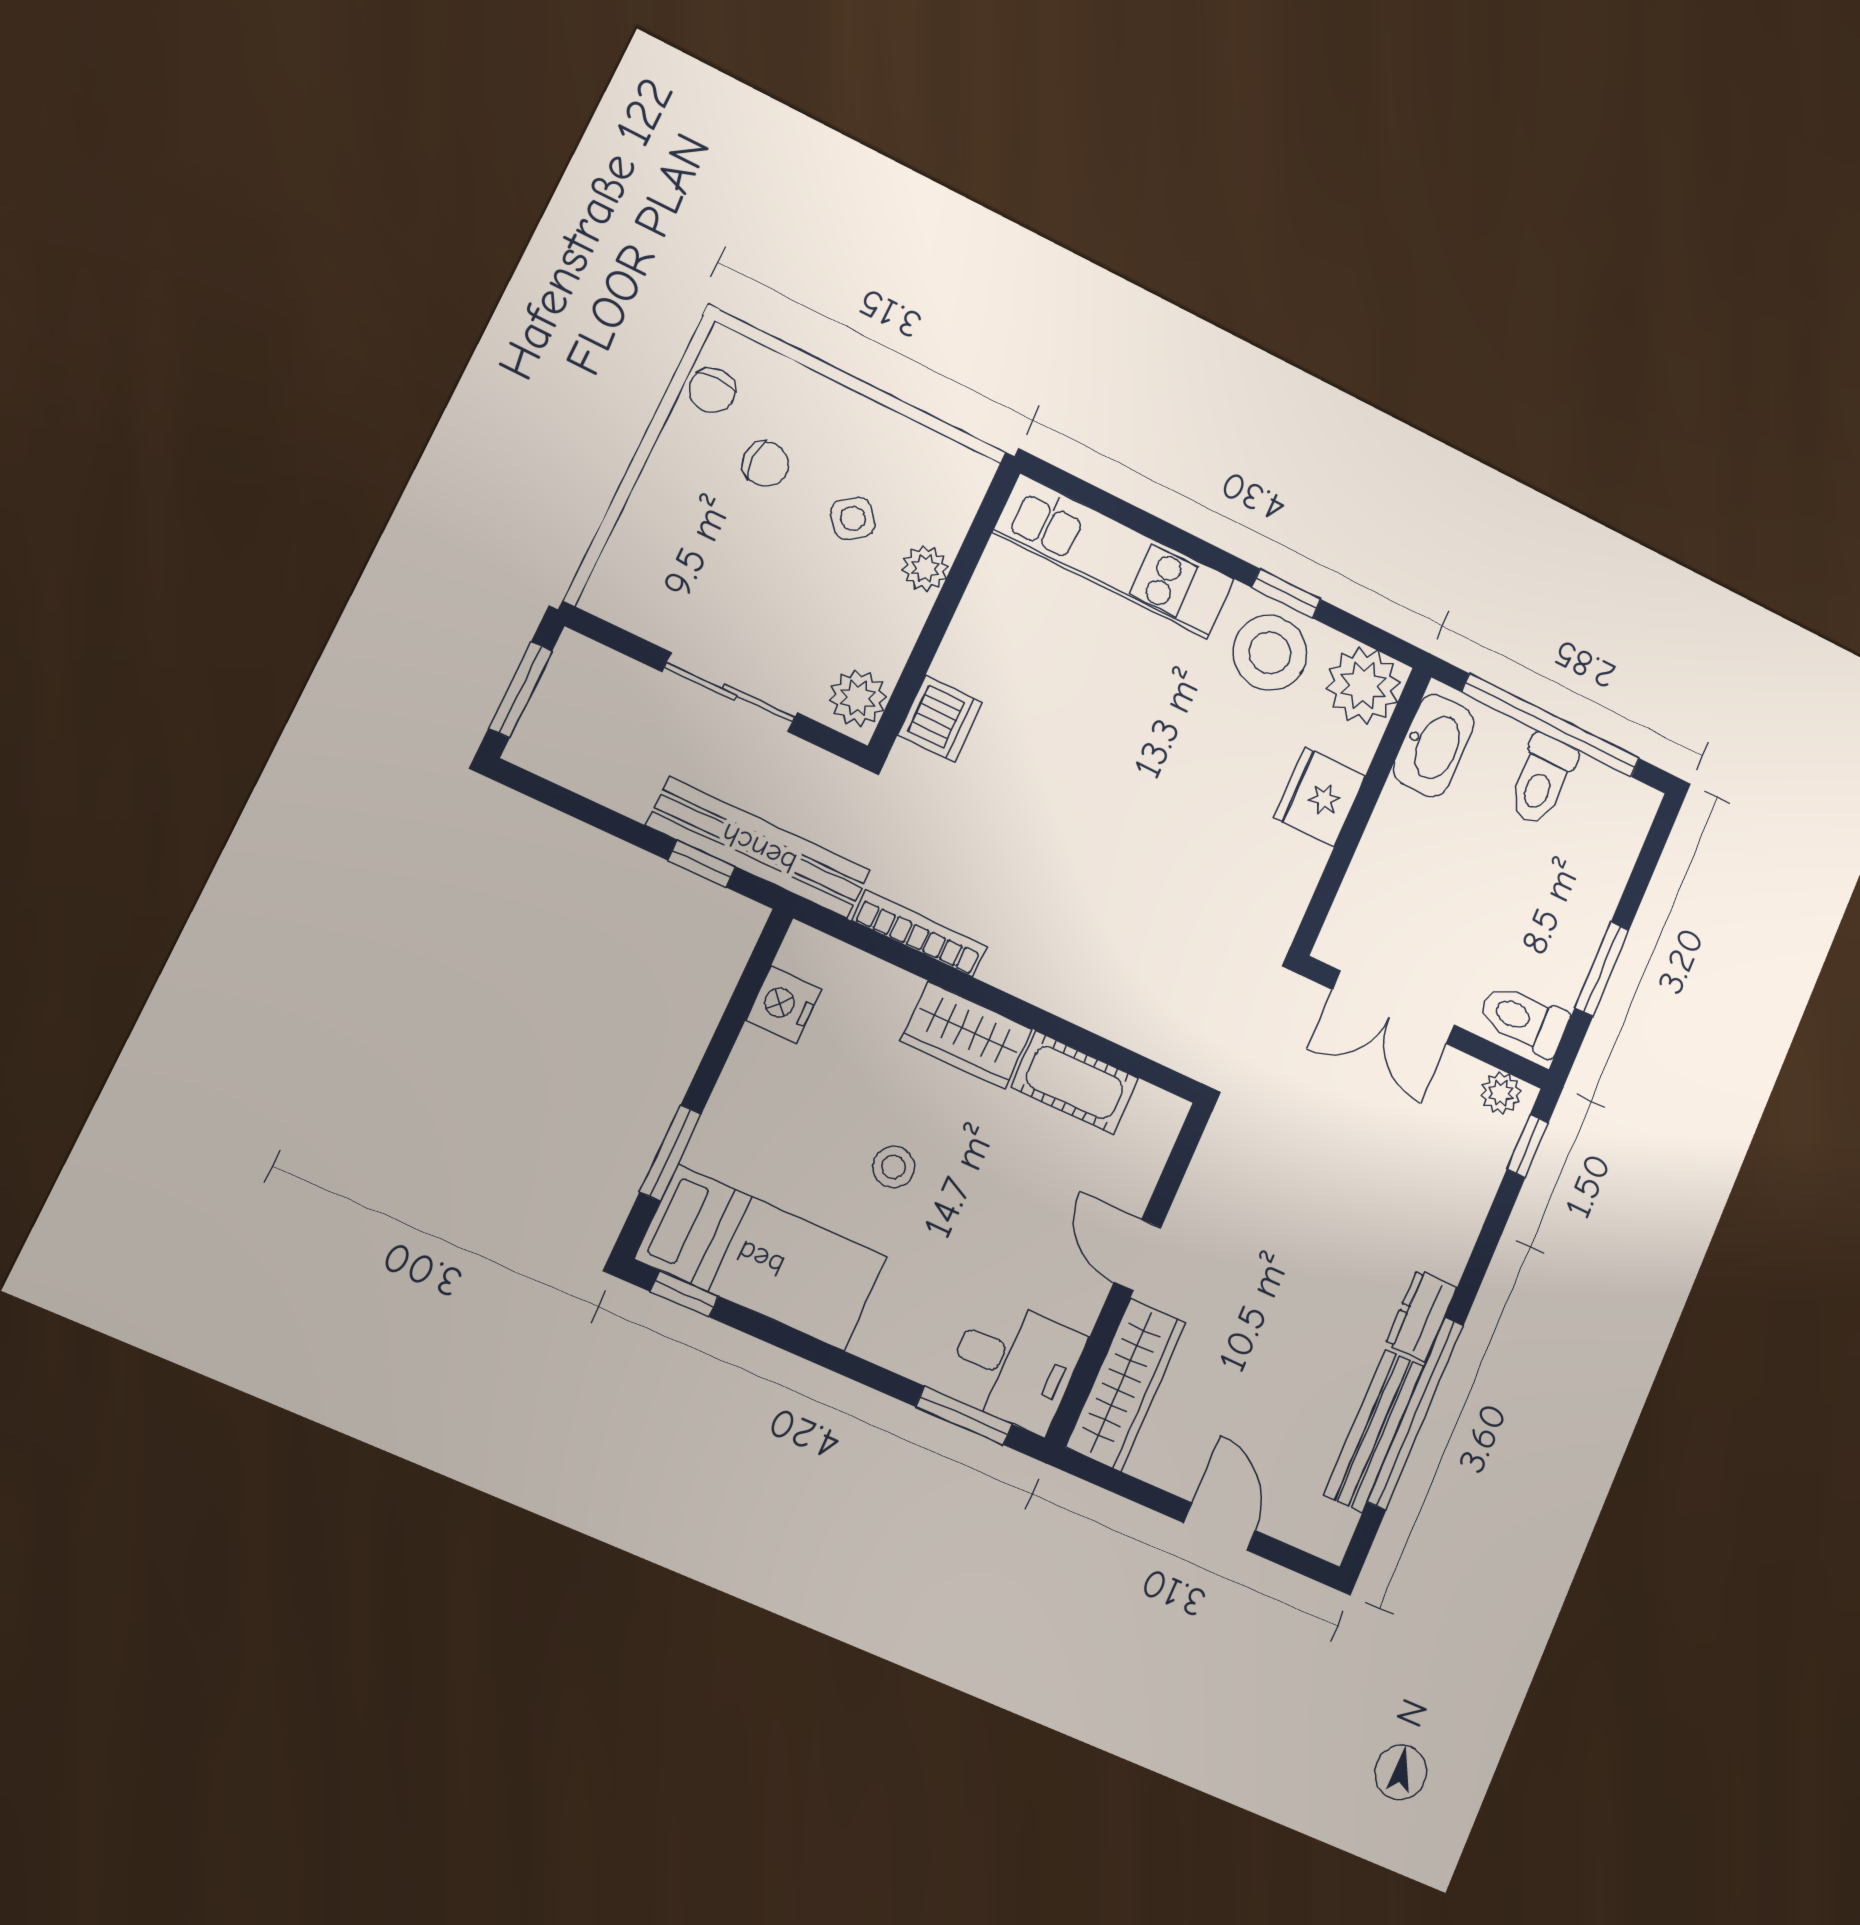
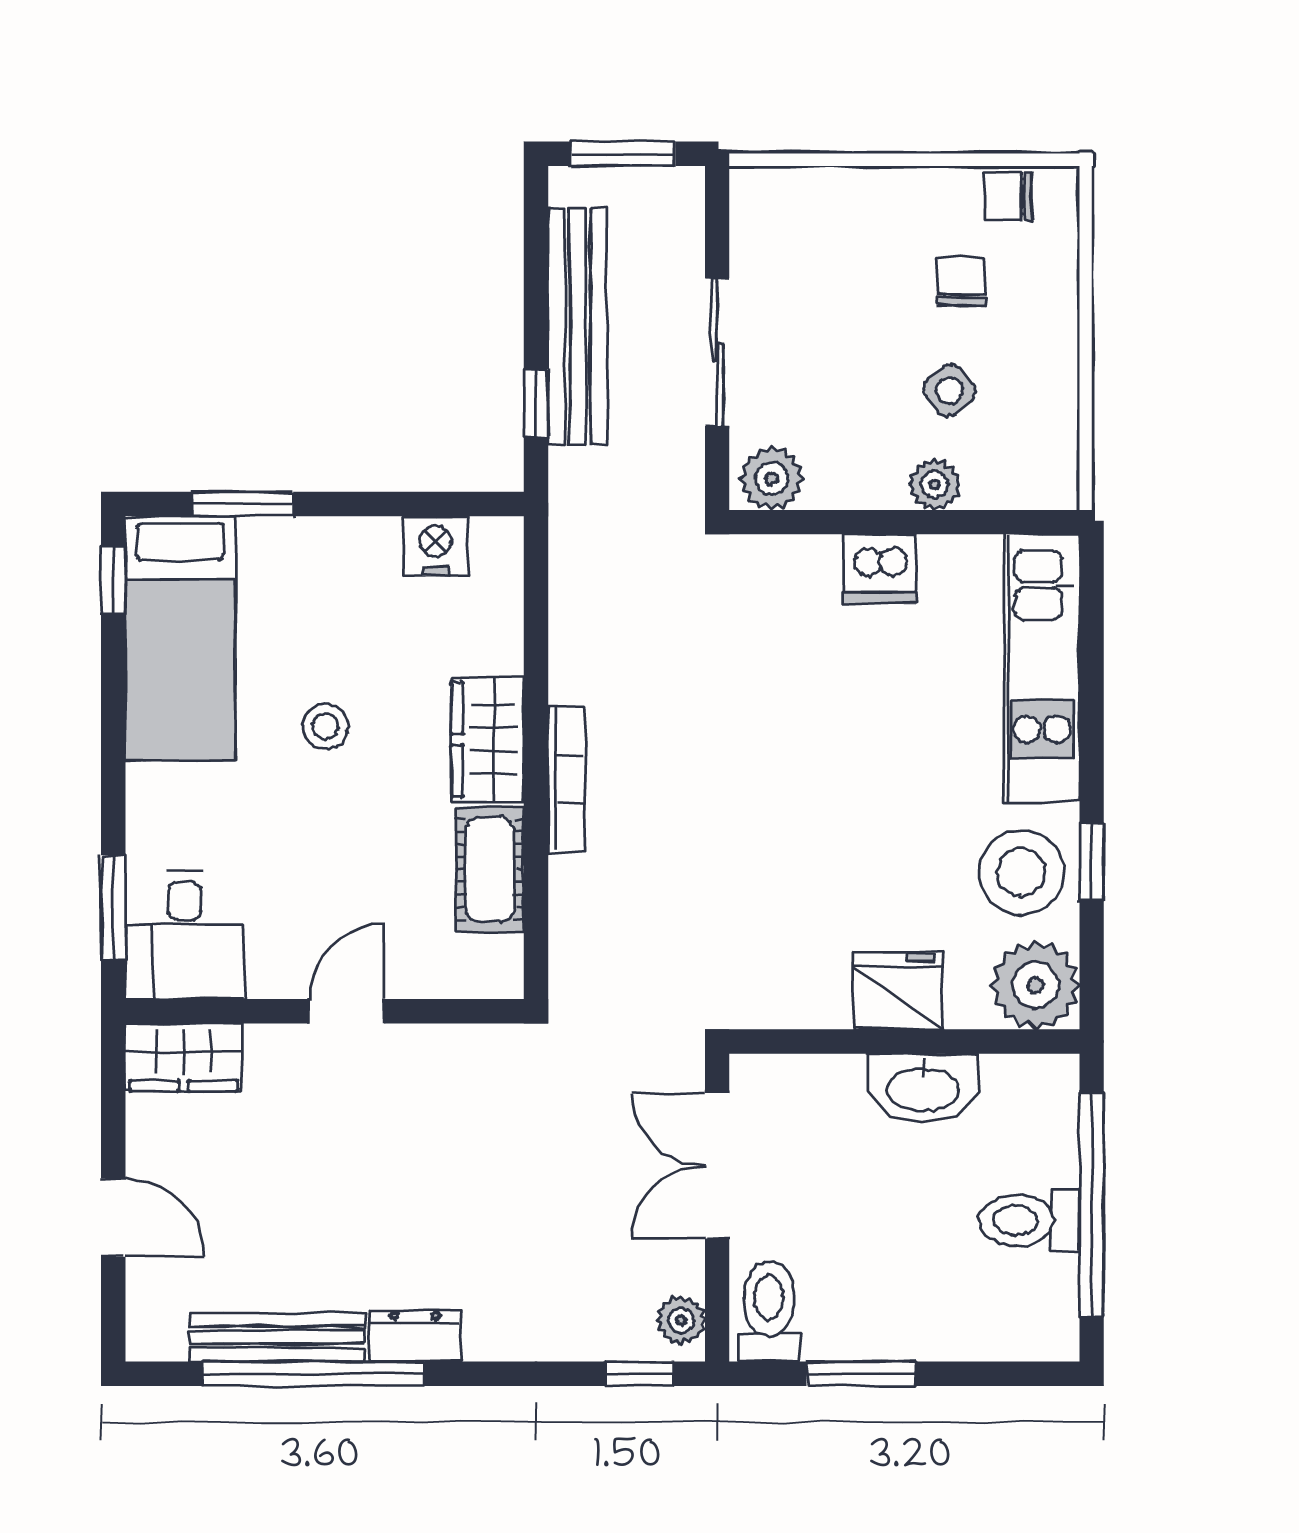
chair: (765, 464) -> (961, 281), turned 180
dishwasher: (940, 719) -> (880, 569), moved
washbasin: (1433, 746) -> (923, 1088), moved
bench: (759, 848) -> (577, 326), moved
bookcase: (919, 934) -> (567, 779), moved
wardrobe: (1126, 1384) -> (184, 1057), width x0.67
door: (1219, 1527) -> (113, 1218), hinge flipped

